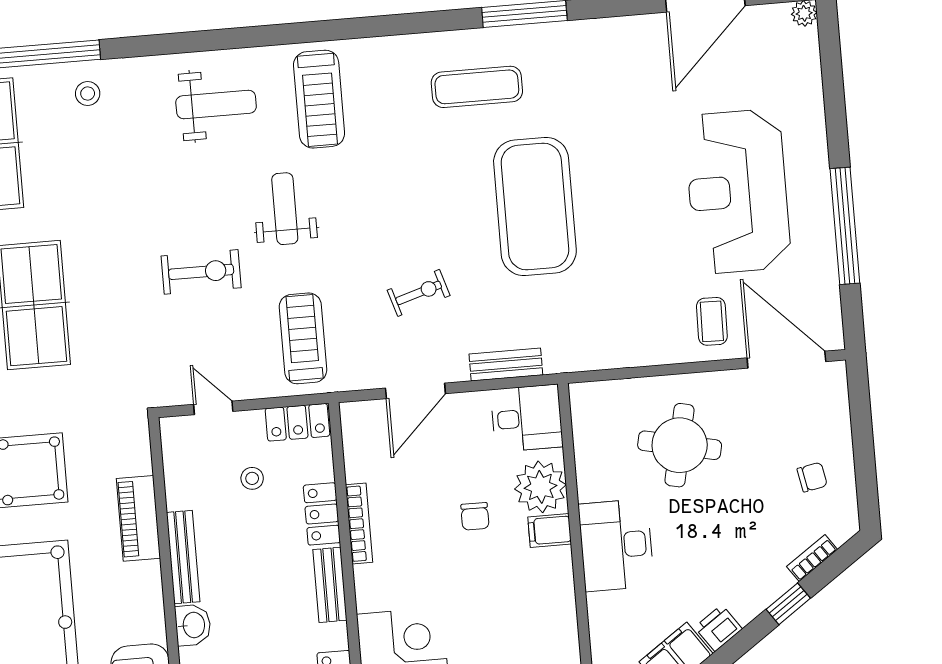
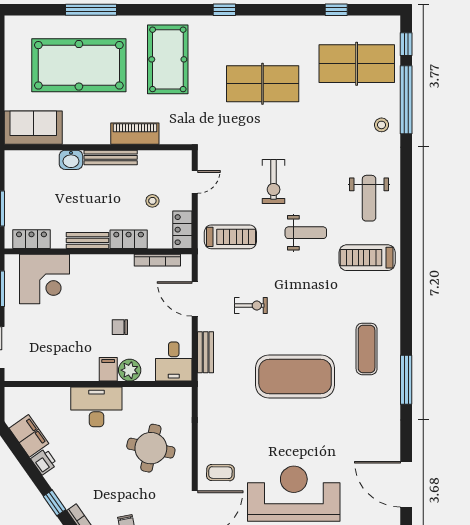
exercise bike: (419, 293) -> (251, 306), turned -73
plant: (540, 487) -> (130, 370), width x0.73, depth x0.73
bookcase: (359, 524) -> (157, 260), moved

